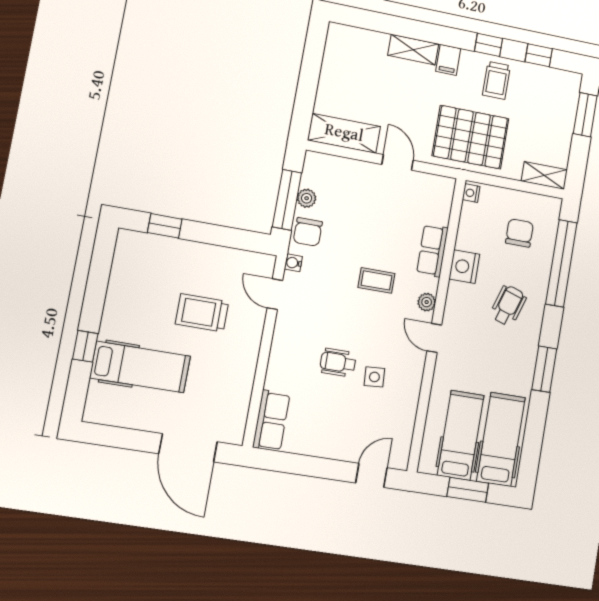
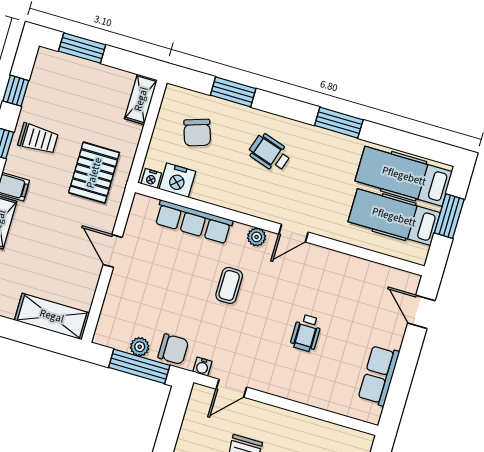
shelving: (344, 133) -> (52, 316), moved, turned 90
pallet: (471, 137) -> (94, 173), width x0.73, depth x0.71
door: (398, 162) -> (113, 251), hinge flipped
chair: (519, 233) -> (197, 133), turned -108
row of seats: (432, 251) -> (194, 222), width x1.48
window: (561, 263) -> (233, 92), width x0.47
nightstand: (464, 267) -> (177, 180), moved
side table: (374, 377) -> (325, 298), removed
row of seats: (271, 421) -> (379, 375), moved, turned -90

